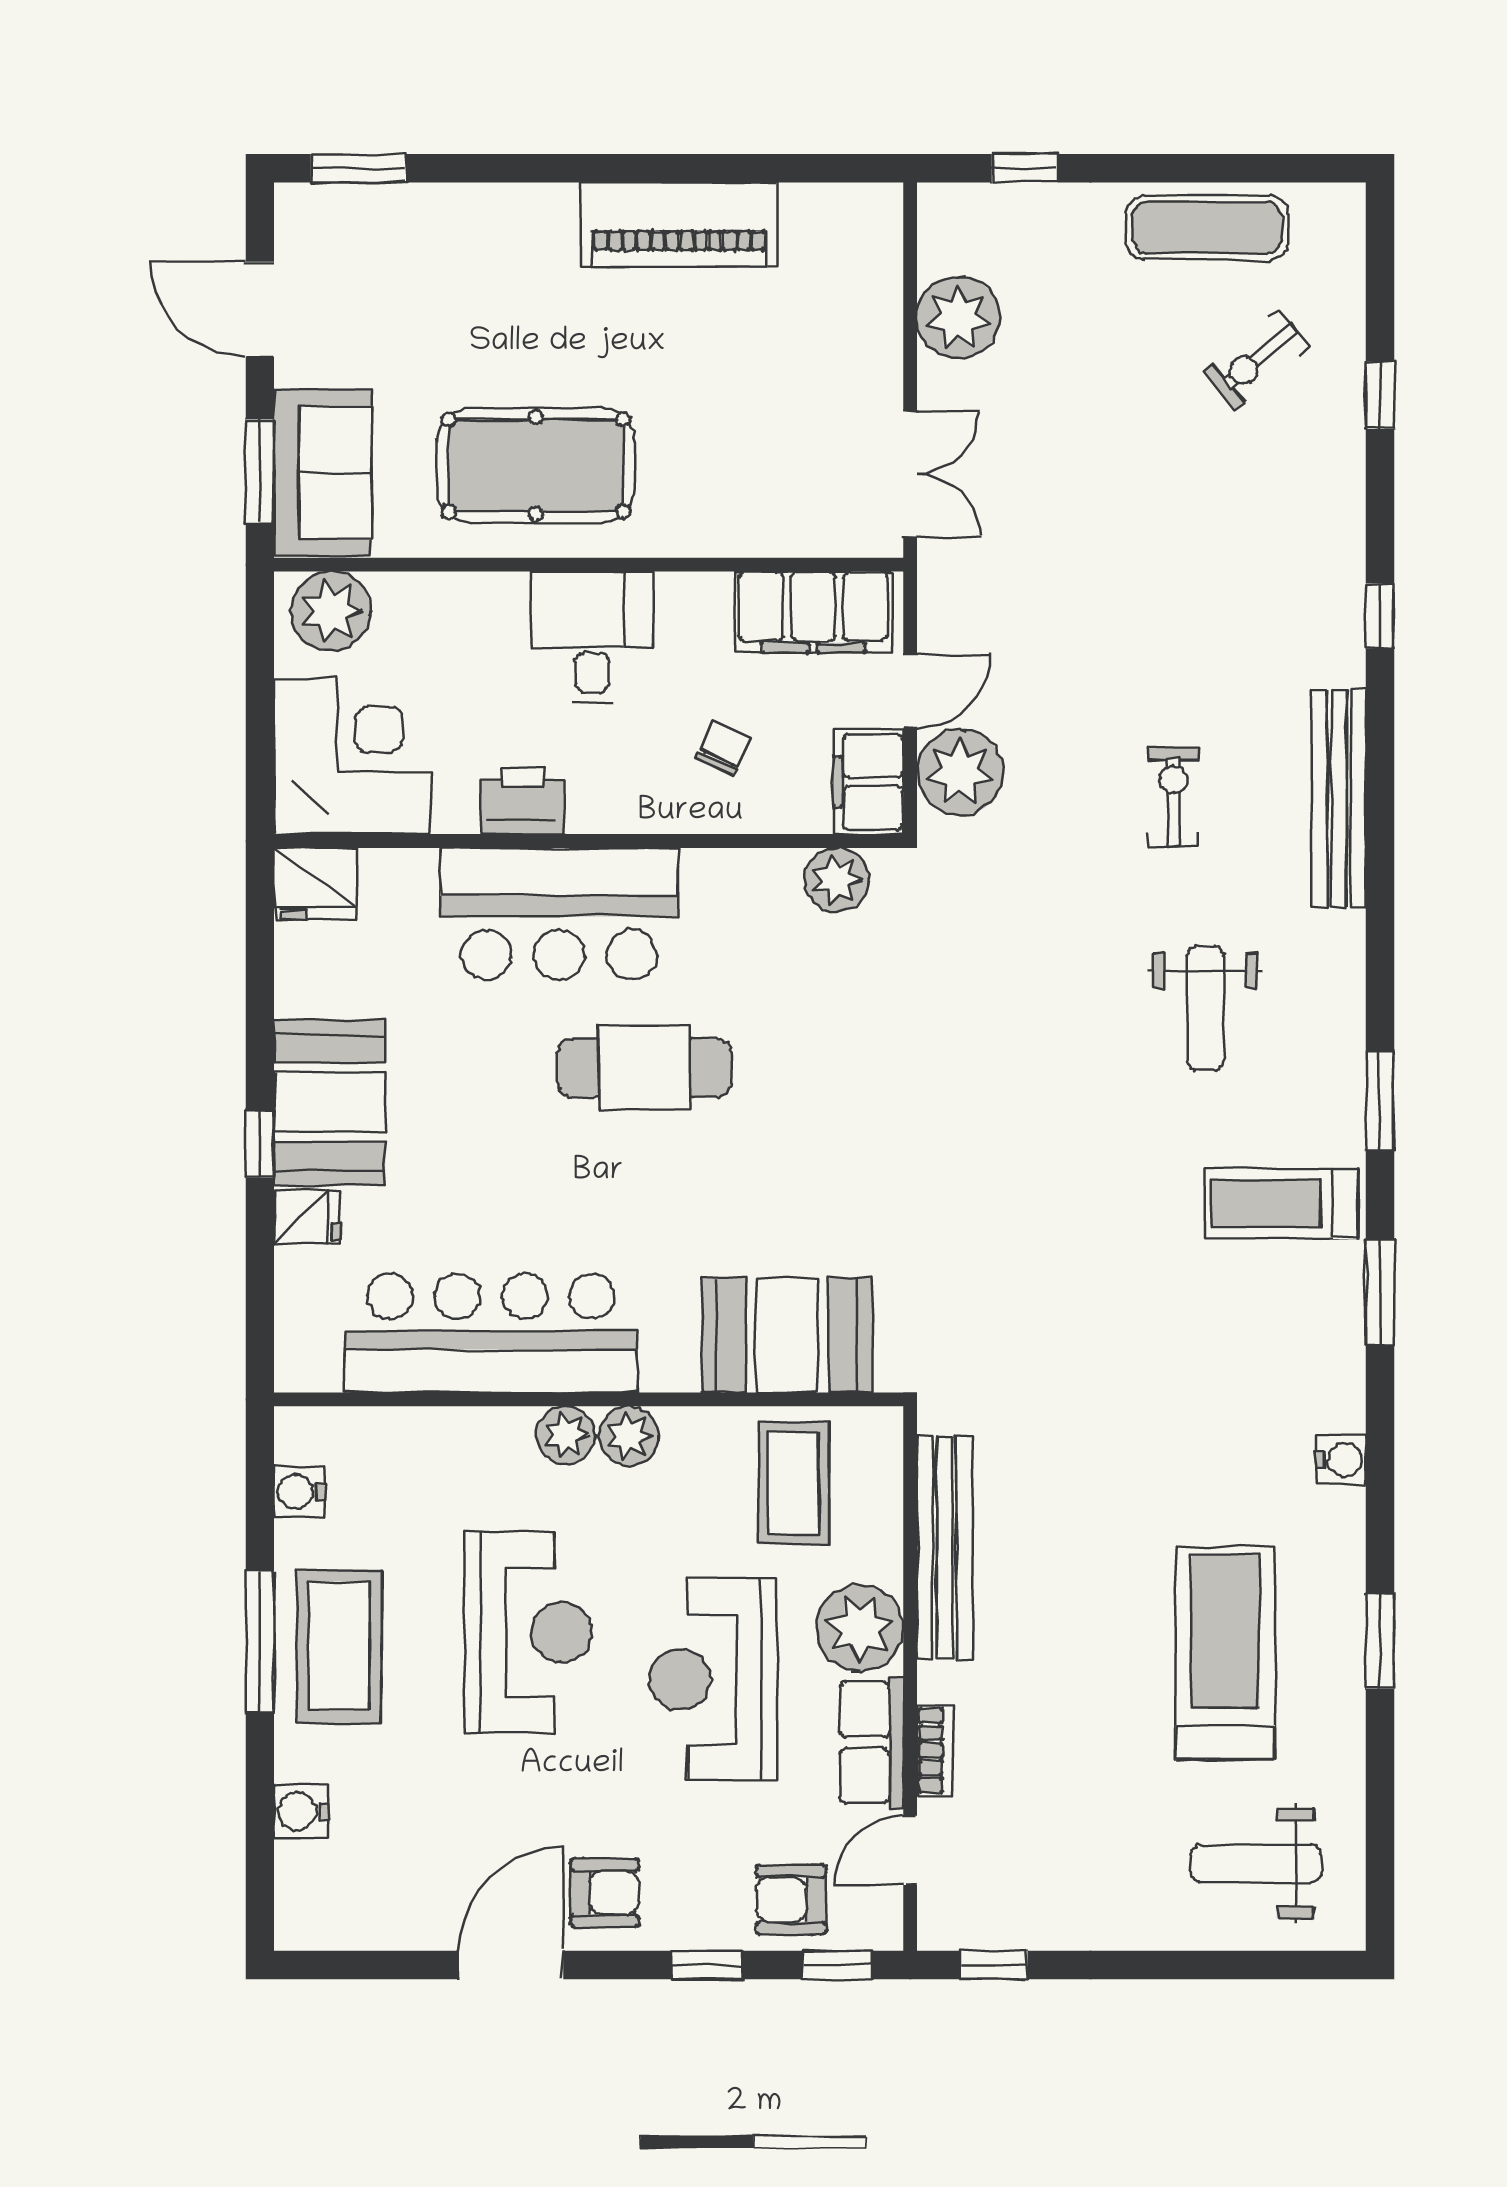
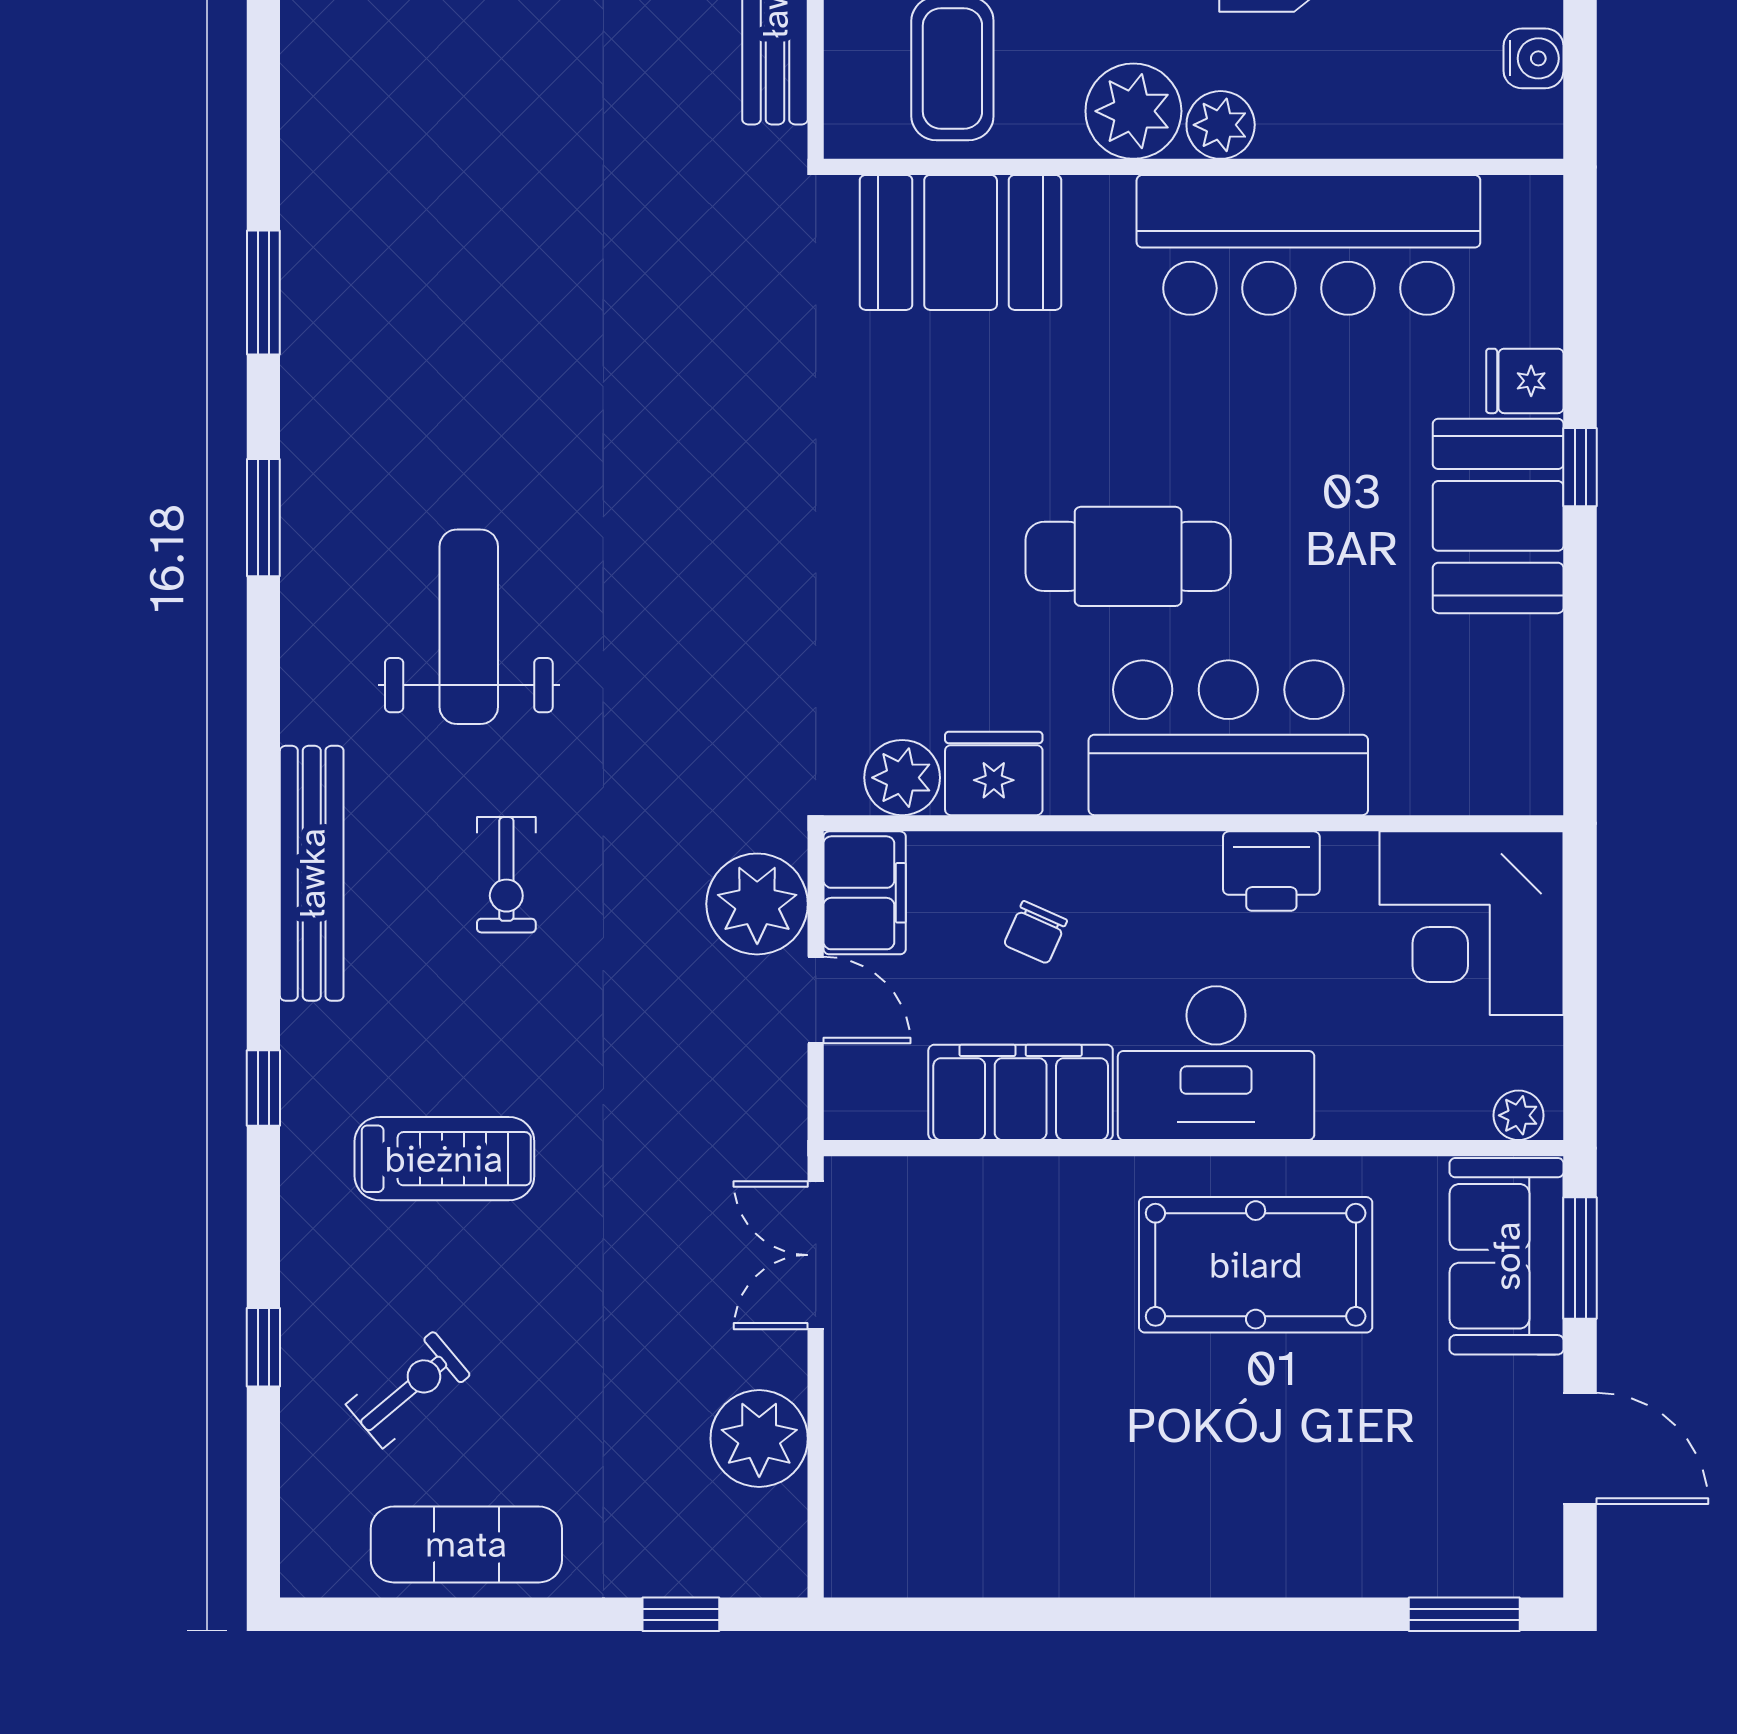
piano: (679, 225) -> (1087, 1548), removed
plant: (331, 611) -> (1518, 1115), width x0.53, depth x0.53
filing cabinet: (813, 612) -> (1021, 1092), moved
desk: (592, 637) -> (1216, 1063), width x1.37
door: (910, 691) -> (816, 1000), swing flipped
fridge: (315, 883) -> (994, 773), moved
weight bench: (1205, 1008) -> (469, 627), width x1.36, depth x1.33
treadmill: (1281, 1203) -> (444, 1159), moved
plant: (629, 1436) -> (1133, 111), width x1.36, depth x1.36
water cooler: (1341, 1460) -> (309, 96), removed

